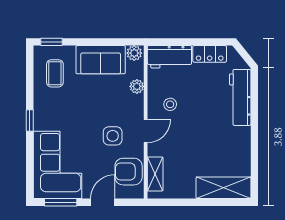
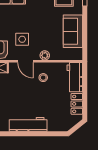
plant: (134, 53) -> (77, 54), removed
plant: (137, 86) -> (45, 55), moved
workbench: (240, 97) -> (28, 124), moved

